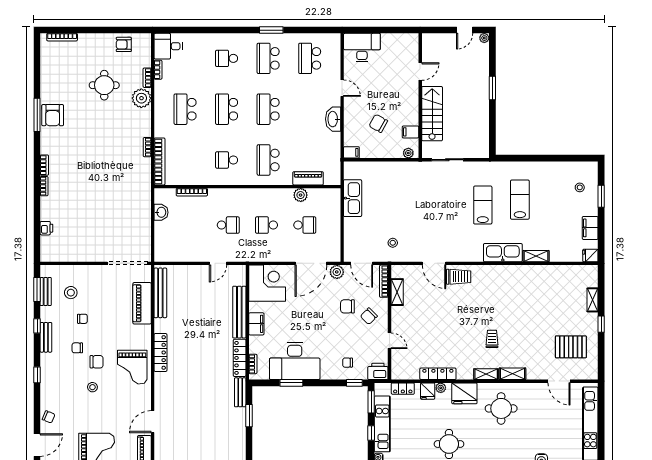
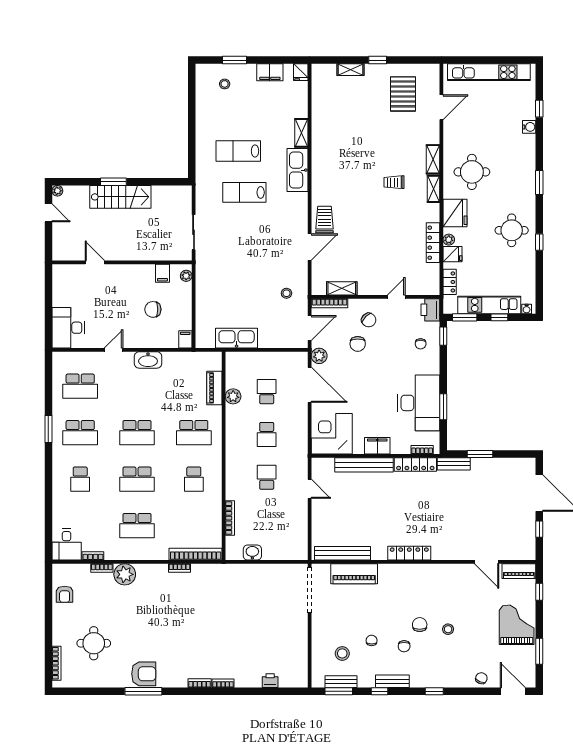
round table: (104, 85) -> (94, 643), moved
stairs: (432, 114) -> (120, 197), moved, turned 180
chair: (378, 123) -> (153, 309), turned 61
grand piano: (132, 367) -> (426, 585), removed

